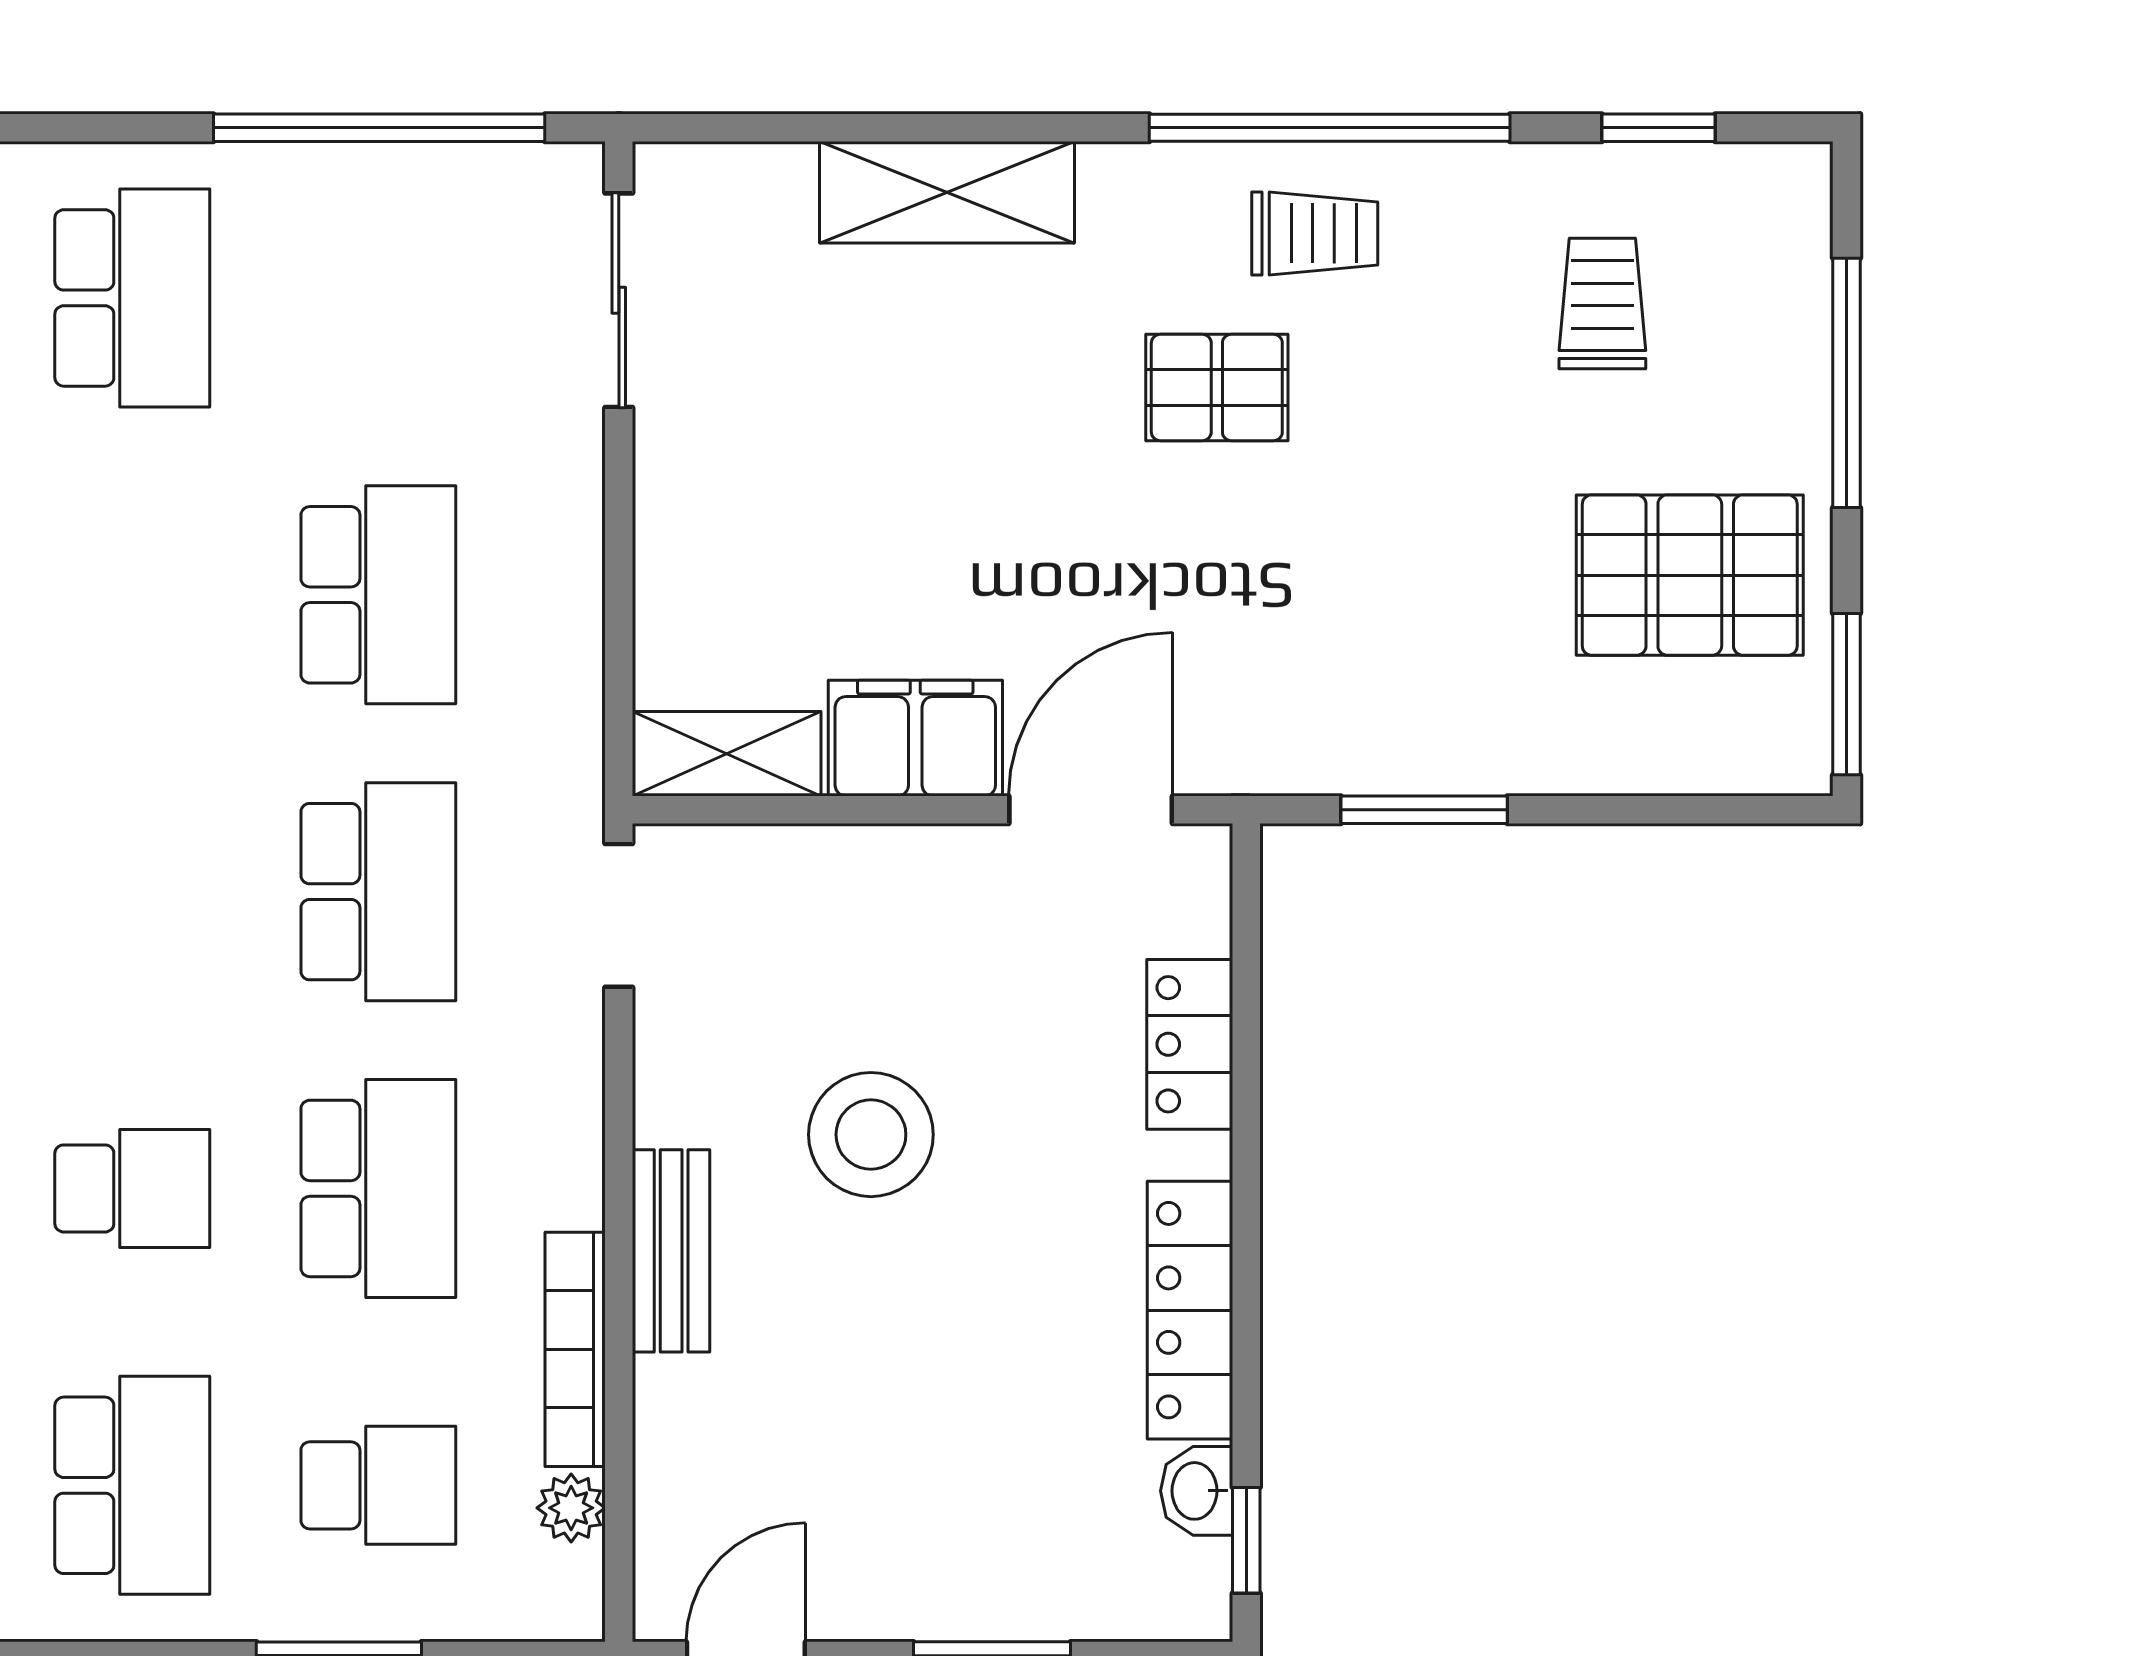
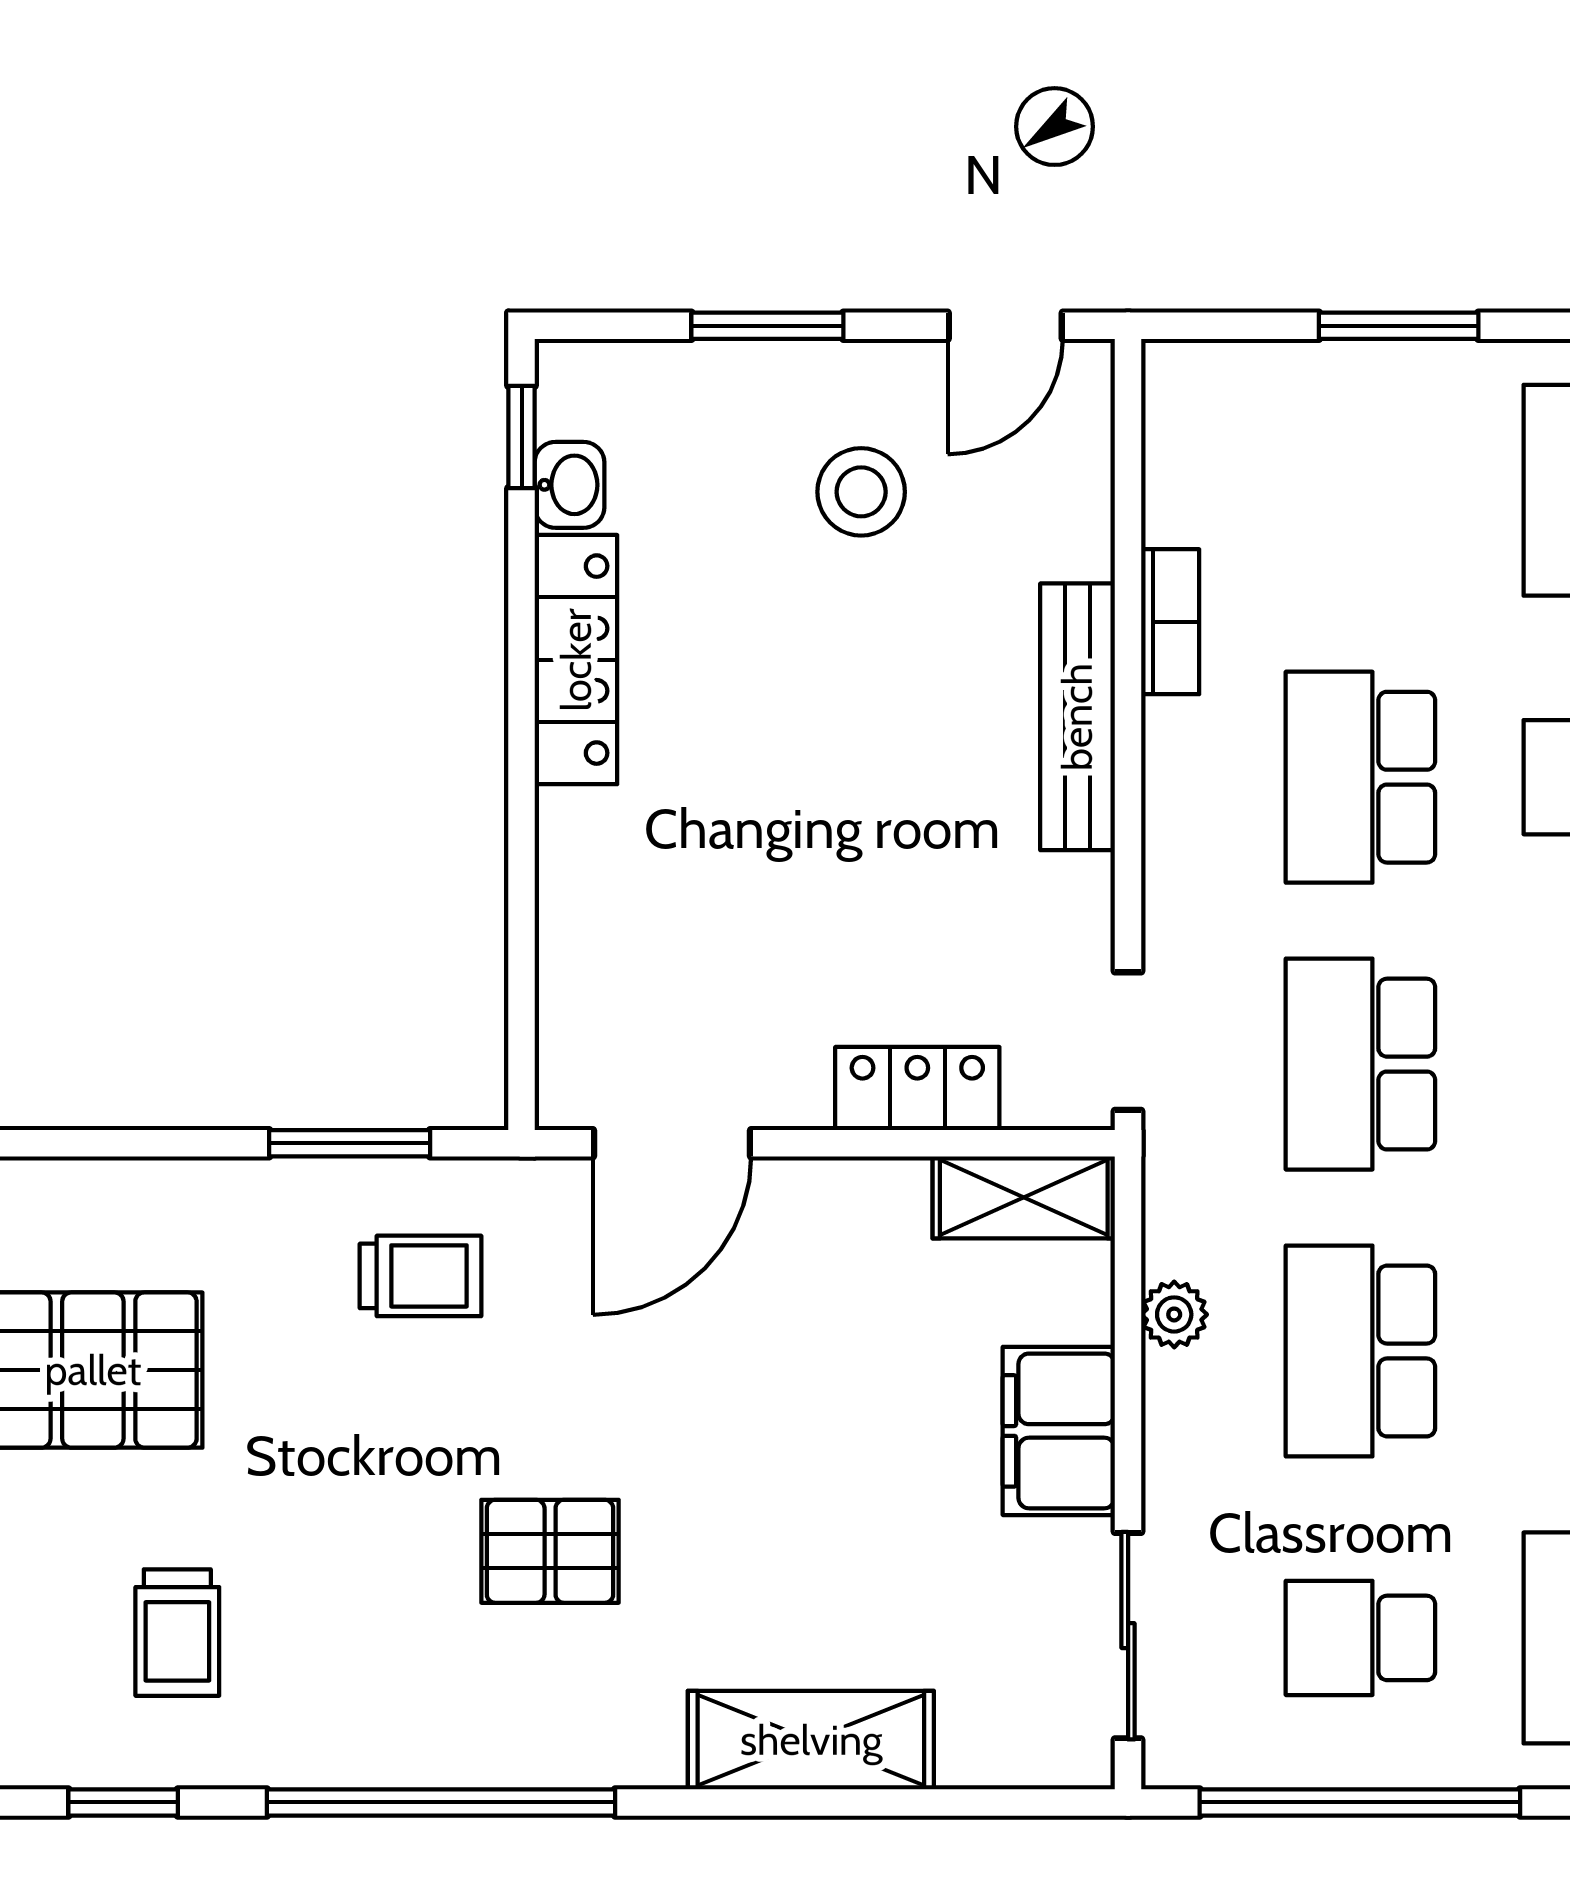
trolley: (1315, 233) -> (421, 1276), moved, turned 180
filing cabinet: (915, 738) -> (1059, 1431), moved, turned 90
locker: (1190, 1044) -> (917, 1088), moved, turned -90
stool: (871, 1135) -> (861, 492), moved, width x0.73, depth x0.73
bench: (671, 1251) -> (1077, 717), width x1.36
bookcase: (575, 1349) -> (1170, 622), width x0.64
school desk: (378, 1485) -> (1360, 1638), moved
plant: (571, 1508) -> (1174, 1314), moved

